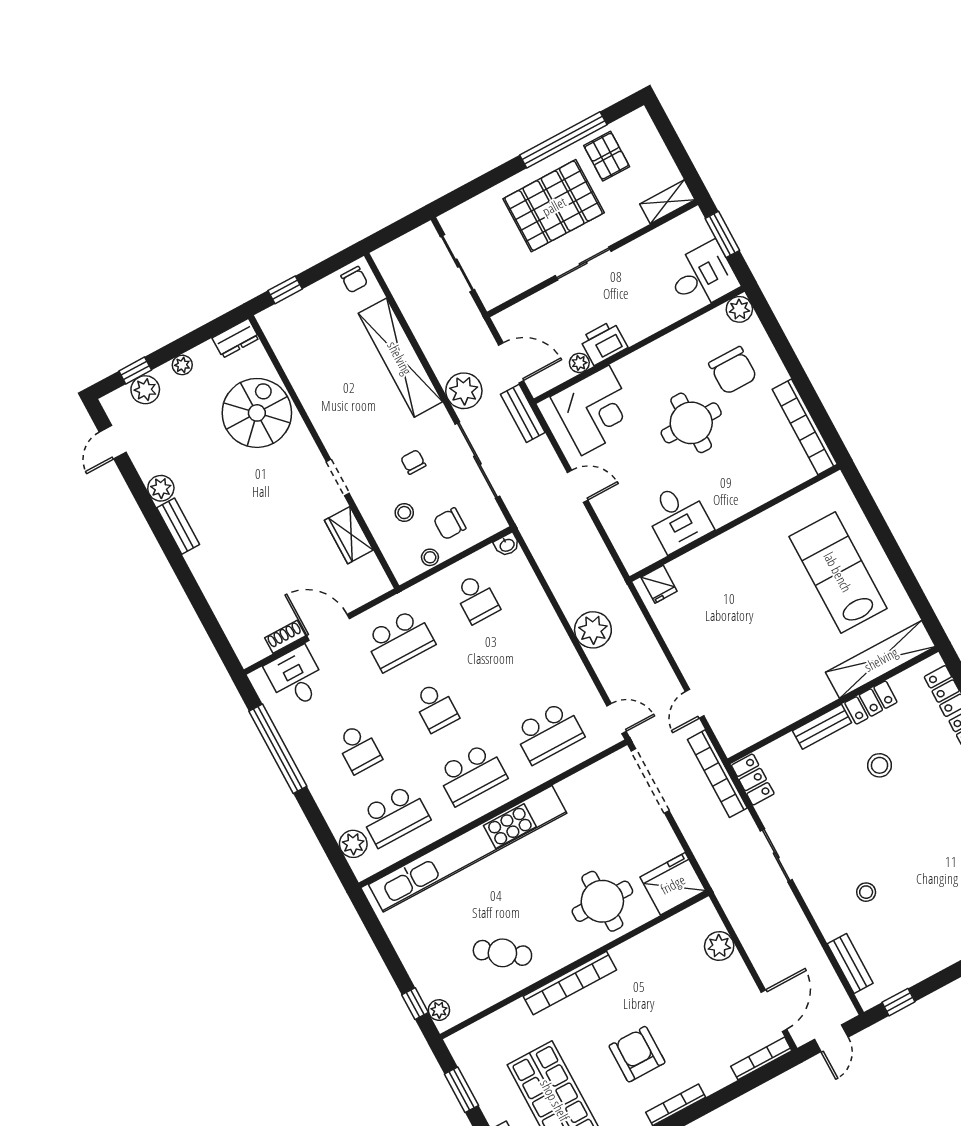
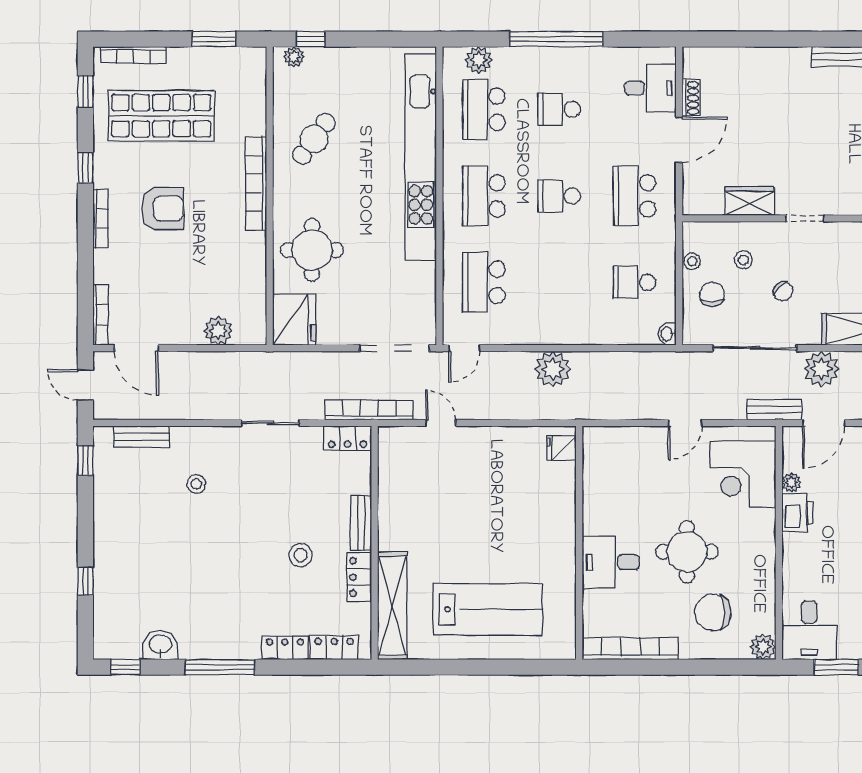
chair: (413, 462) -> (783, 291), turned 46
desk: (678, 518) -> (611, 562), moved
window: (278, 749) -> (556, 39), moved

